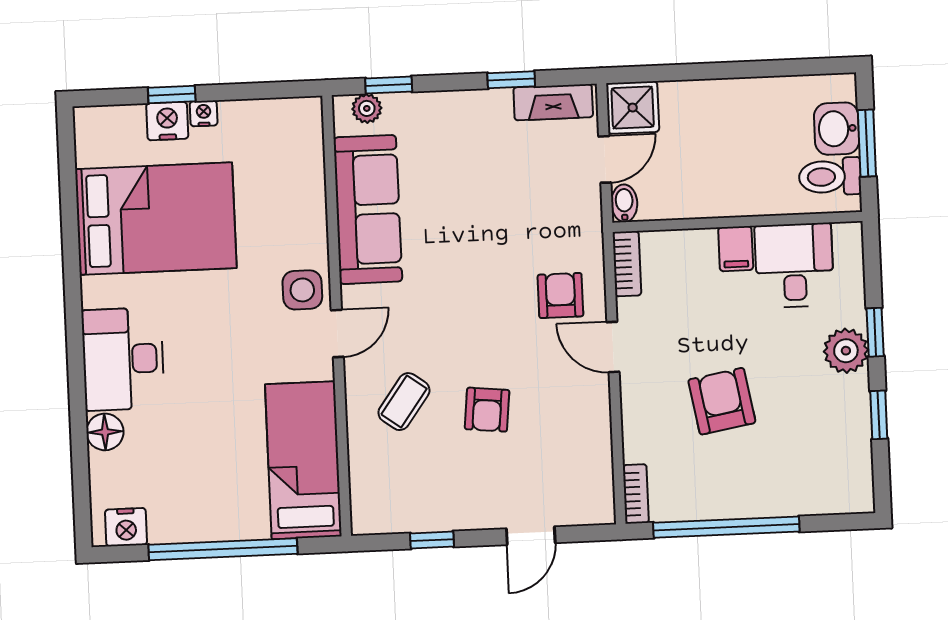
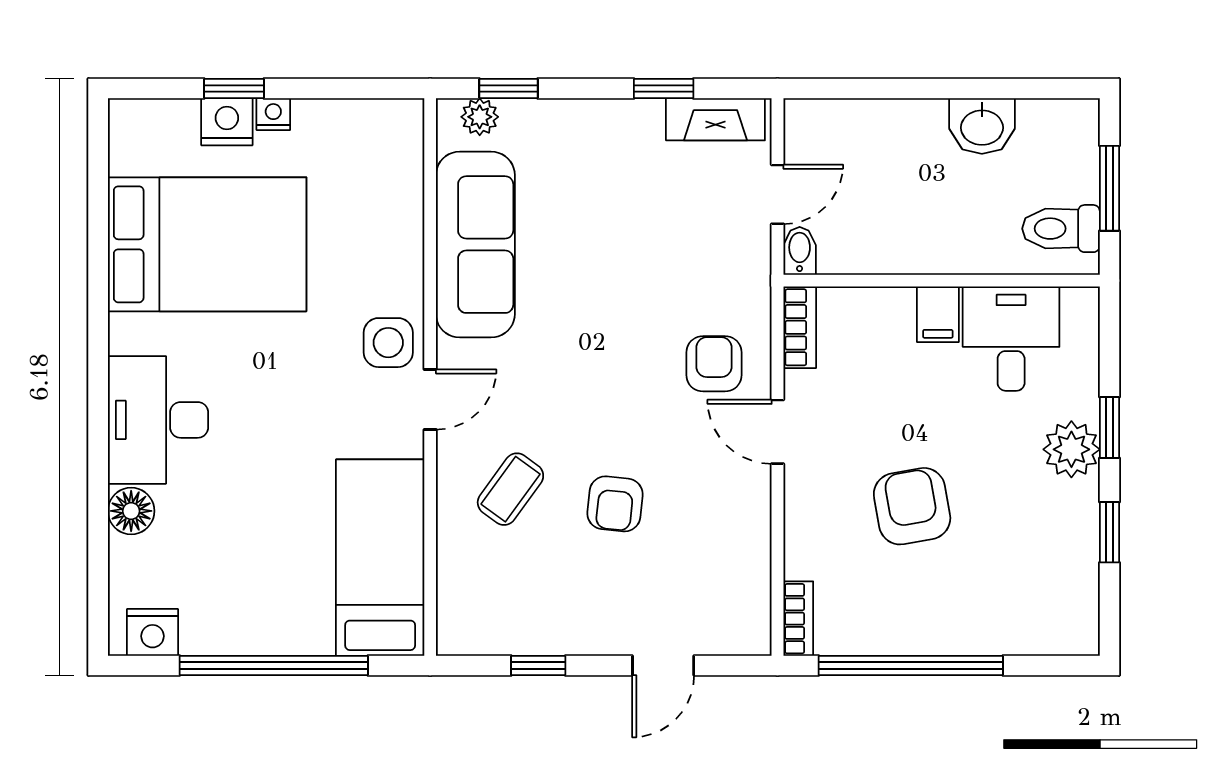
shower: (633, 108) -> (815, 130), removed
washbasin: (837, 129) -> (982, 126), moved, turned -90

